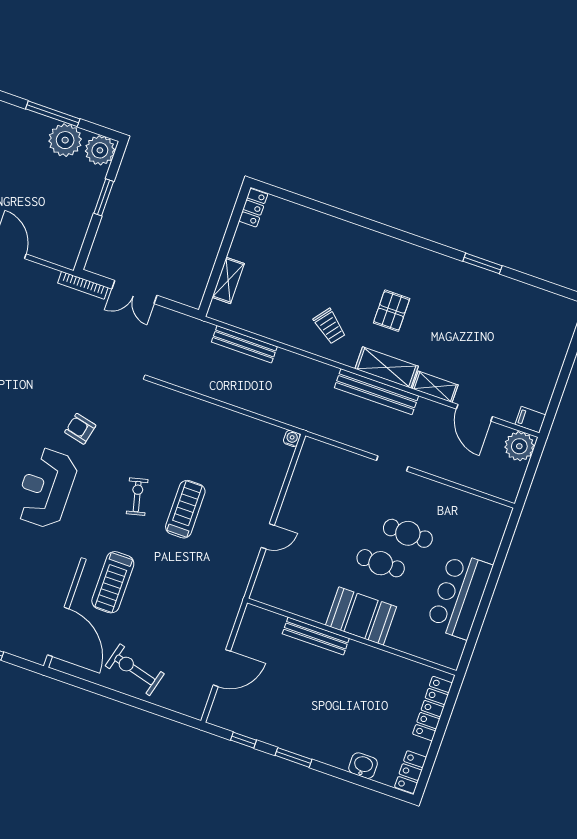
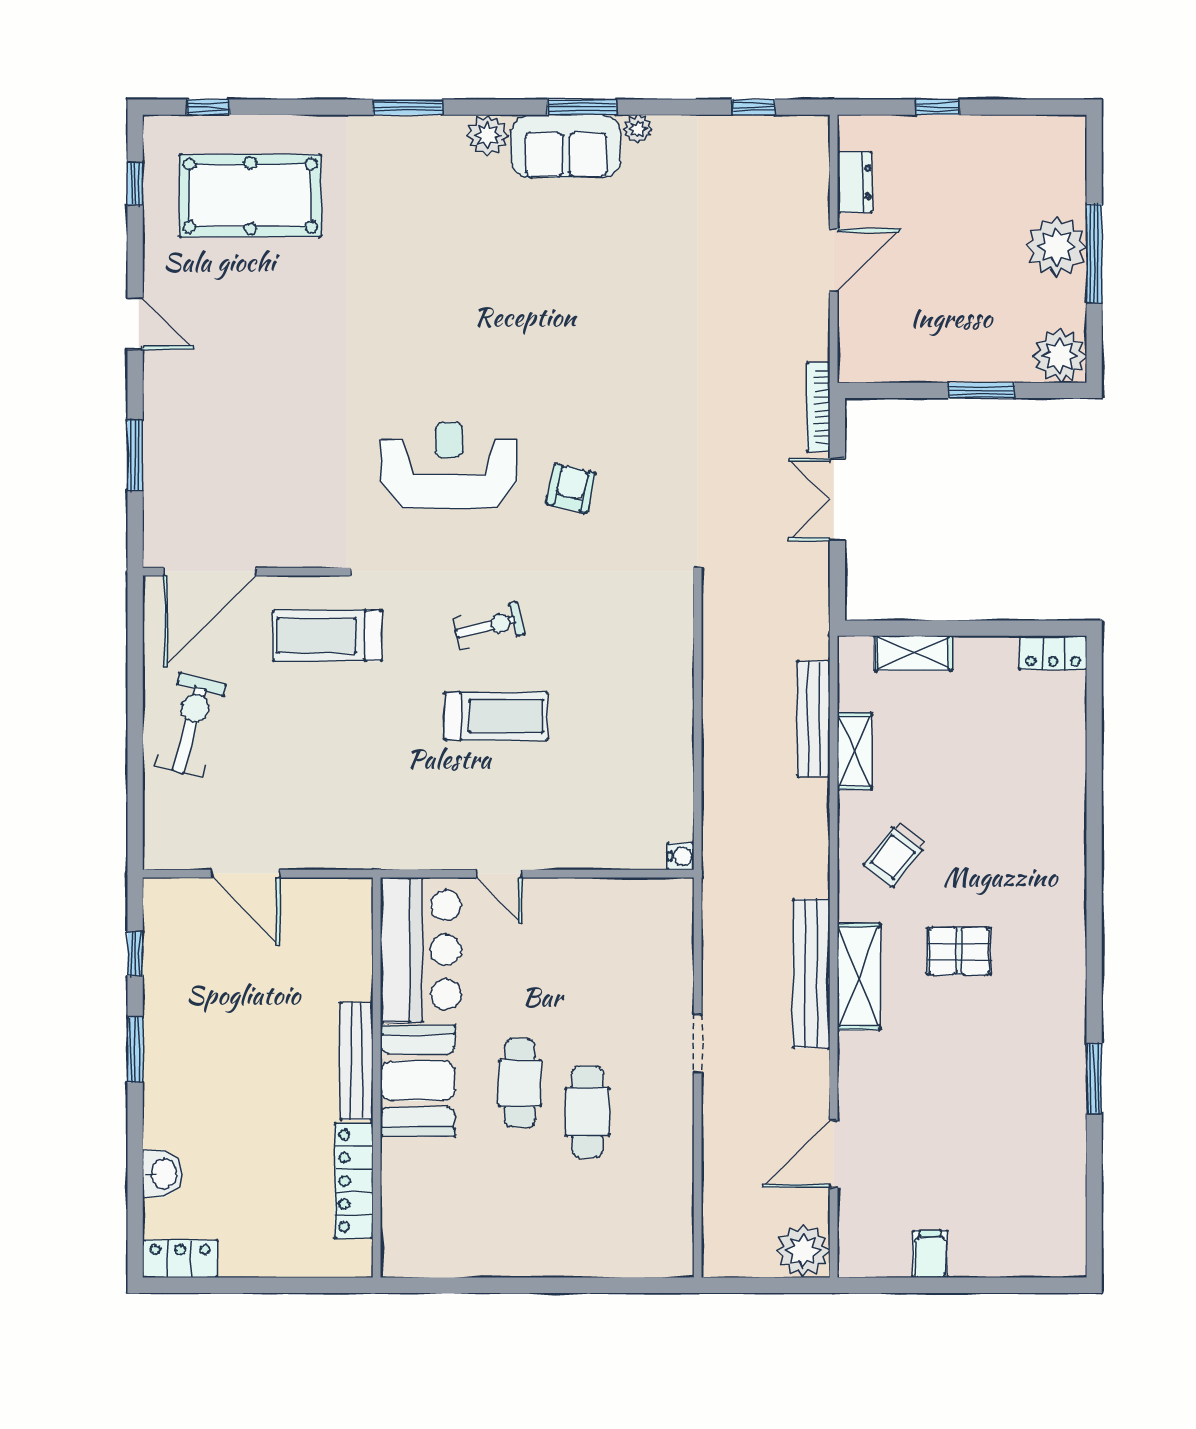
plant: (65, 140) -> (1056, 246), moved
shelving: (435, 387) -> (855, 751), moved
filing cabinet: (530, 420) -> (930, 1254), moved
bar counter: (459, 596) -> (421, 950), moved, turned 90
bench: (316, 636) -> (357, 1061), moved
locker: (433, 709) -> (354, 1181), moved, turned -90

